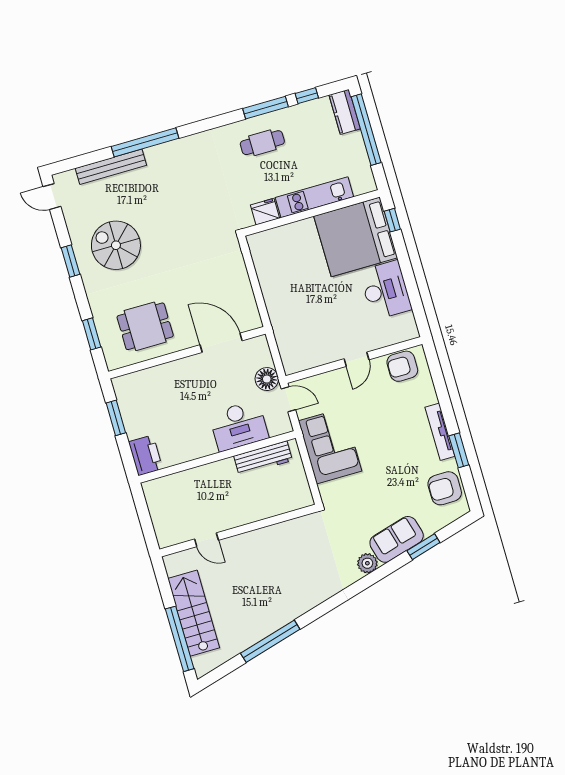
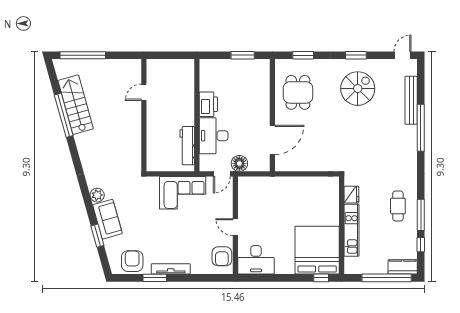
desk: (386, 290) -> (256, 260), moved
armchair: (402, 366) -> (222, 256), turned 180
printer: (146, 455) -> (208, 104), moved, turned -90
stairs: (194, 613) -> (76, 105), moved, turned -106

